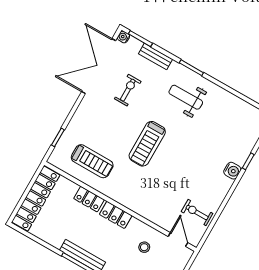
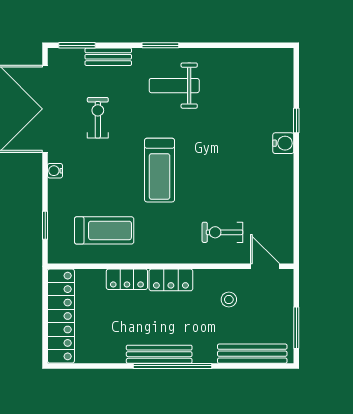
water cooler: (123, 37) -> (55, 171), moved
exercise bike: (197, 213) -> (222, 232), moved

